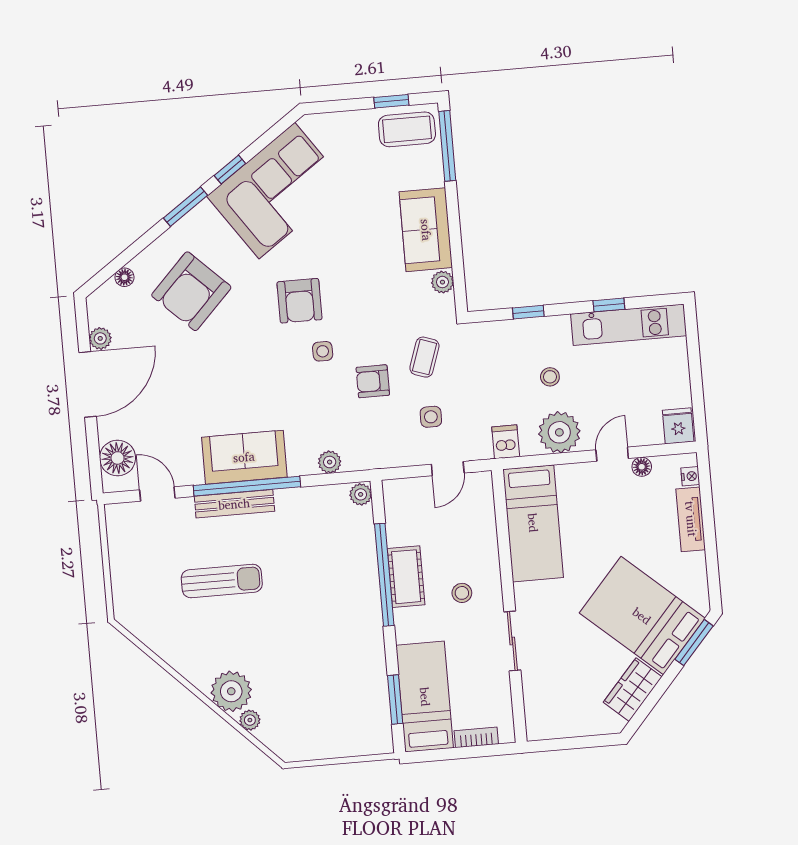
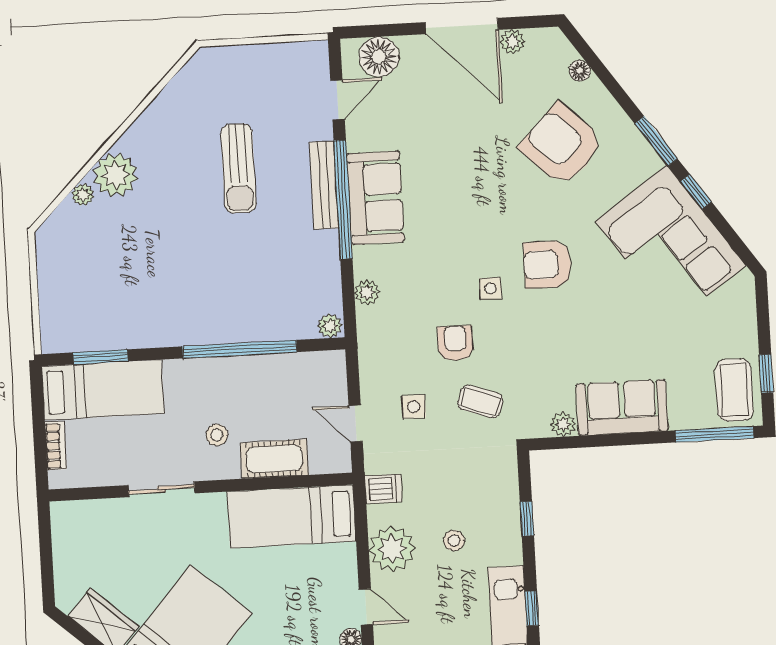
cot: (406, 577) -> (274, 459), moved

